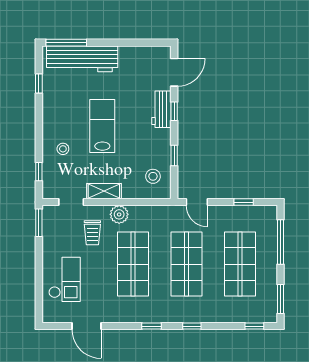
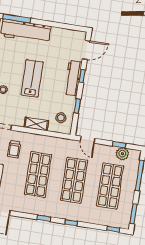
workbench: (161, 109) -> (73, 78), width x1.37
shelving: (104, 191) -> (36, 124), moved
plant: (119, 214) -> (122, 154), moved

